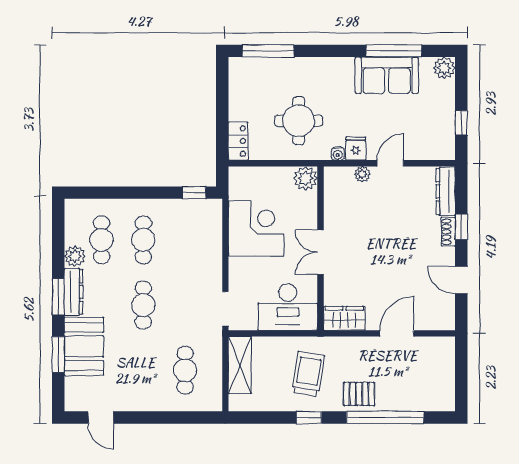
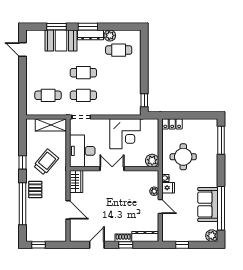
window: (394, 51) -> (221, 208), width x1.46
cafe table: (143, 240) -> (83, 95), moved
trolley: (308, 374) -> (46, 162), turned -59
window: (461, 388) -> (39, 245), added
door: (101, 417) -> (22, 50), hinge flipped

